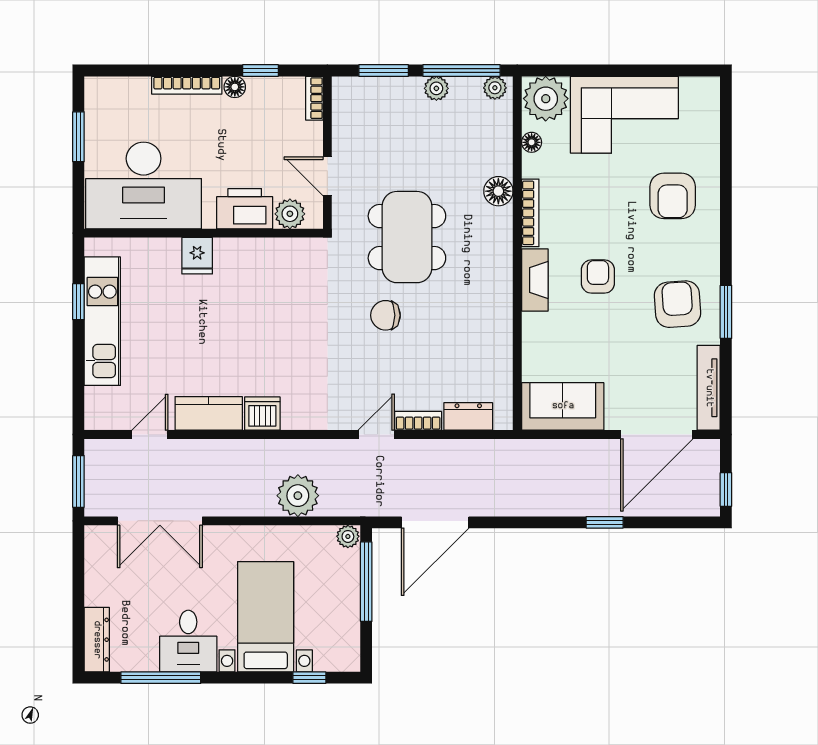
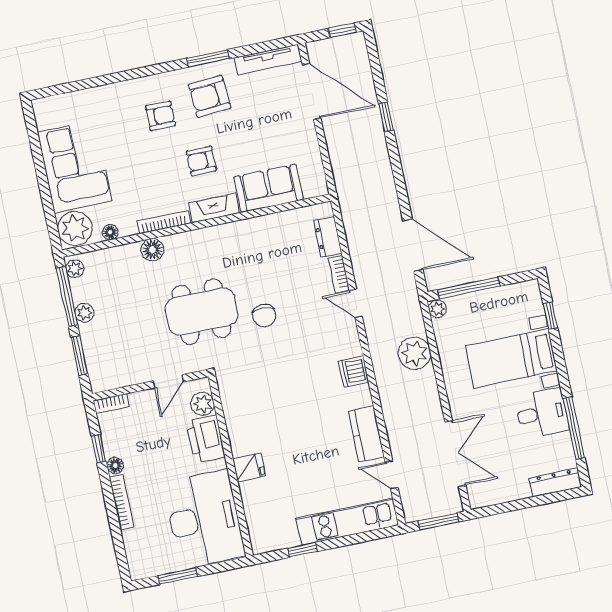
armchair: (673, 196) -> (160, 116), moved, width x0.72, depth x0.72
kitchen unit: (102, 321) -> (347, 522), moved
sofa: (563, 406) -> (268, 188), moved, turned 90
dishwasher: (262, 414) -> (354, 372), moved

